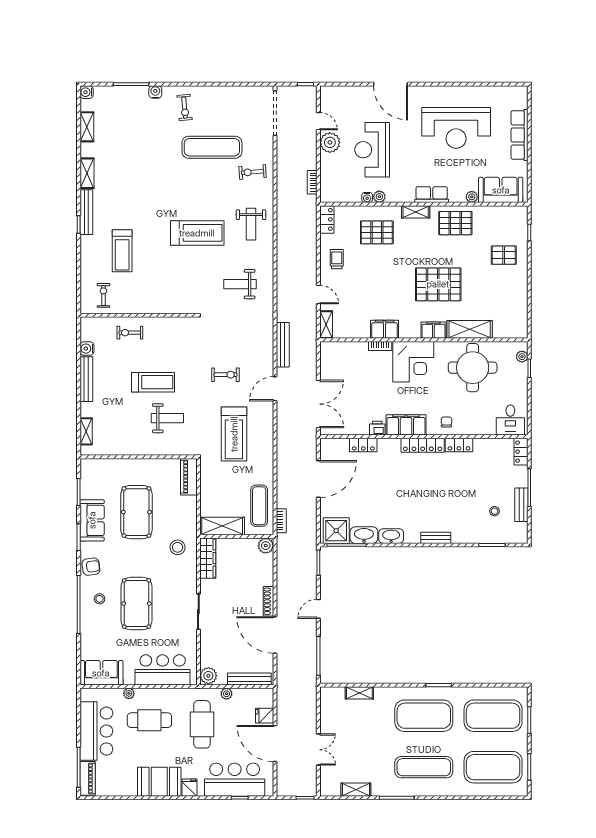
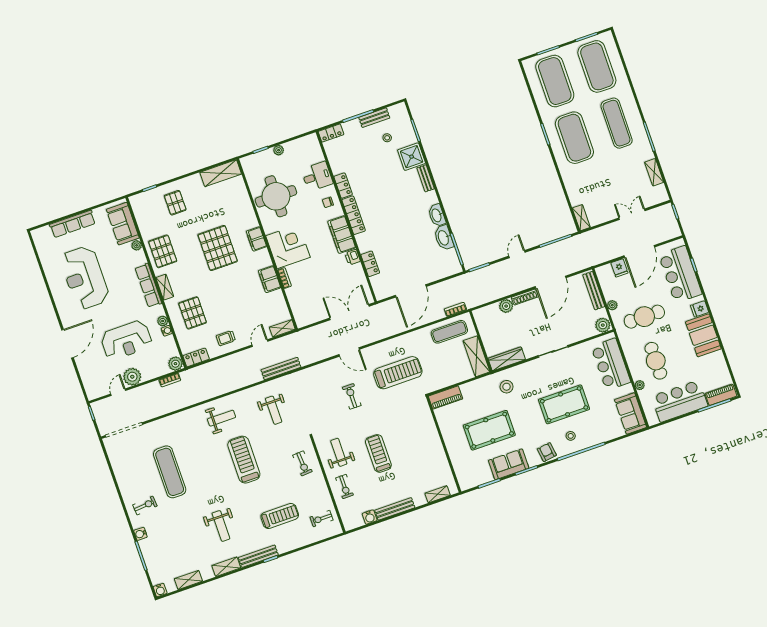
reception desk: (456, 128) -> (85, 278), turned 180
exercise bike: (253, 172) -> (302, 463), moved
weight bench: (133, 183) -> (221, 526), added
plant: (328, 195) -> (175, 364), added
row of seats: (432, 195) -> (148, 285), width x1.48
shelving: (470, 329) -> (221, 173), moved, turned 90
bench: (283, 345) -> (281, 368), moved
plant: (522, 357) -> (279, 150), moved
weight bench: (167, 418) -> (339, 452), moved
desk: (510, 420) -> (317, 176), moved
door: (318, 479) -> (411, 291), swing flipped
shower: (336, 531) -> (412, 157), moved
plant: (266, 546) -> (506, 306), moved
door: (318, 609) -> (517, 254), swing flipped
shelving: (359, 693) -> (581, 218), moved

